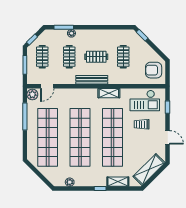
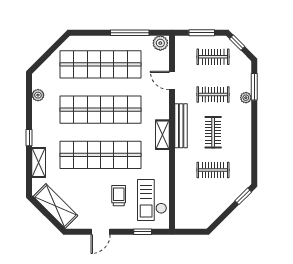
armchair: (154, 70) -> (194, 212), removed
door: (47, 86) -> (172, 81), moved
shelving: (109, 93) -> (162, 135), moved

